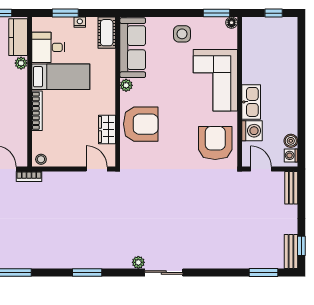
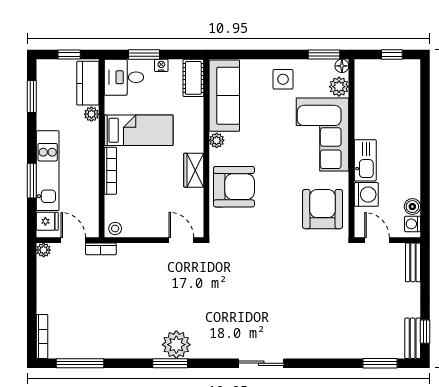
plant: (229, 40) -> (339, 87), added
desk: (48, 47) -> (124, 77), moved
wardrobe: (107, 129) -> (194, 170), moved
plant: (138, 262) -> (176, 345), moved, width x1.88, depth x1.88

